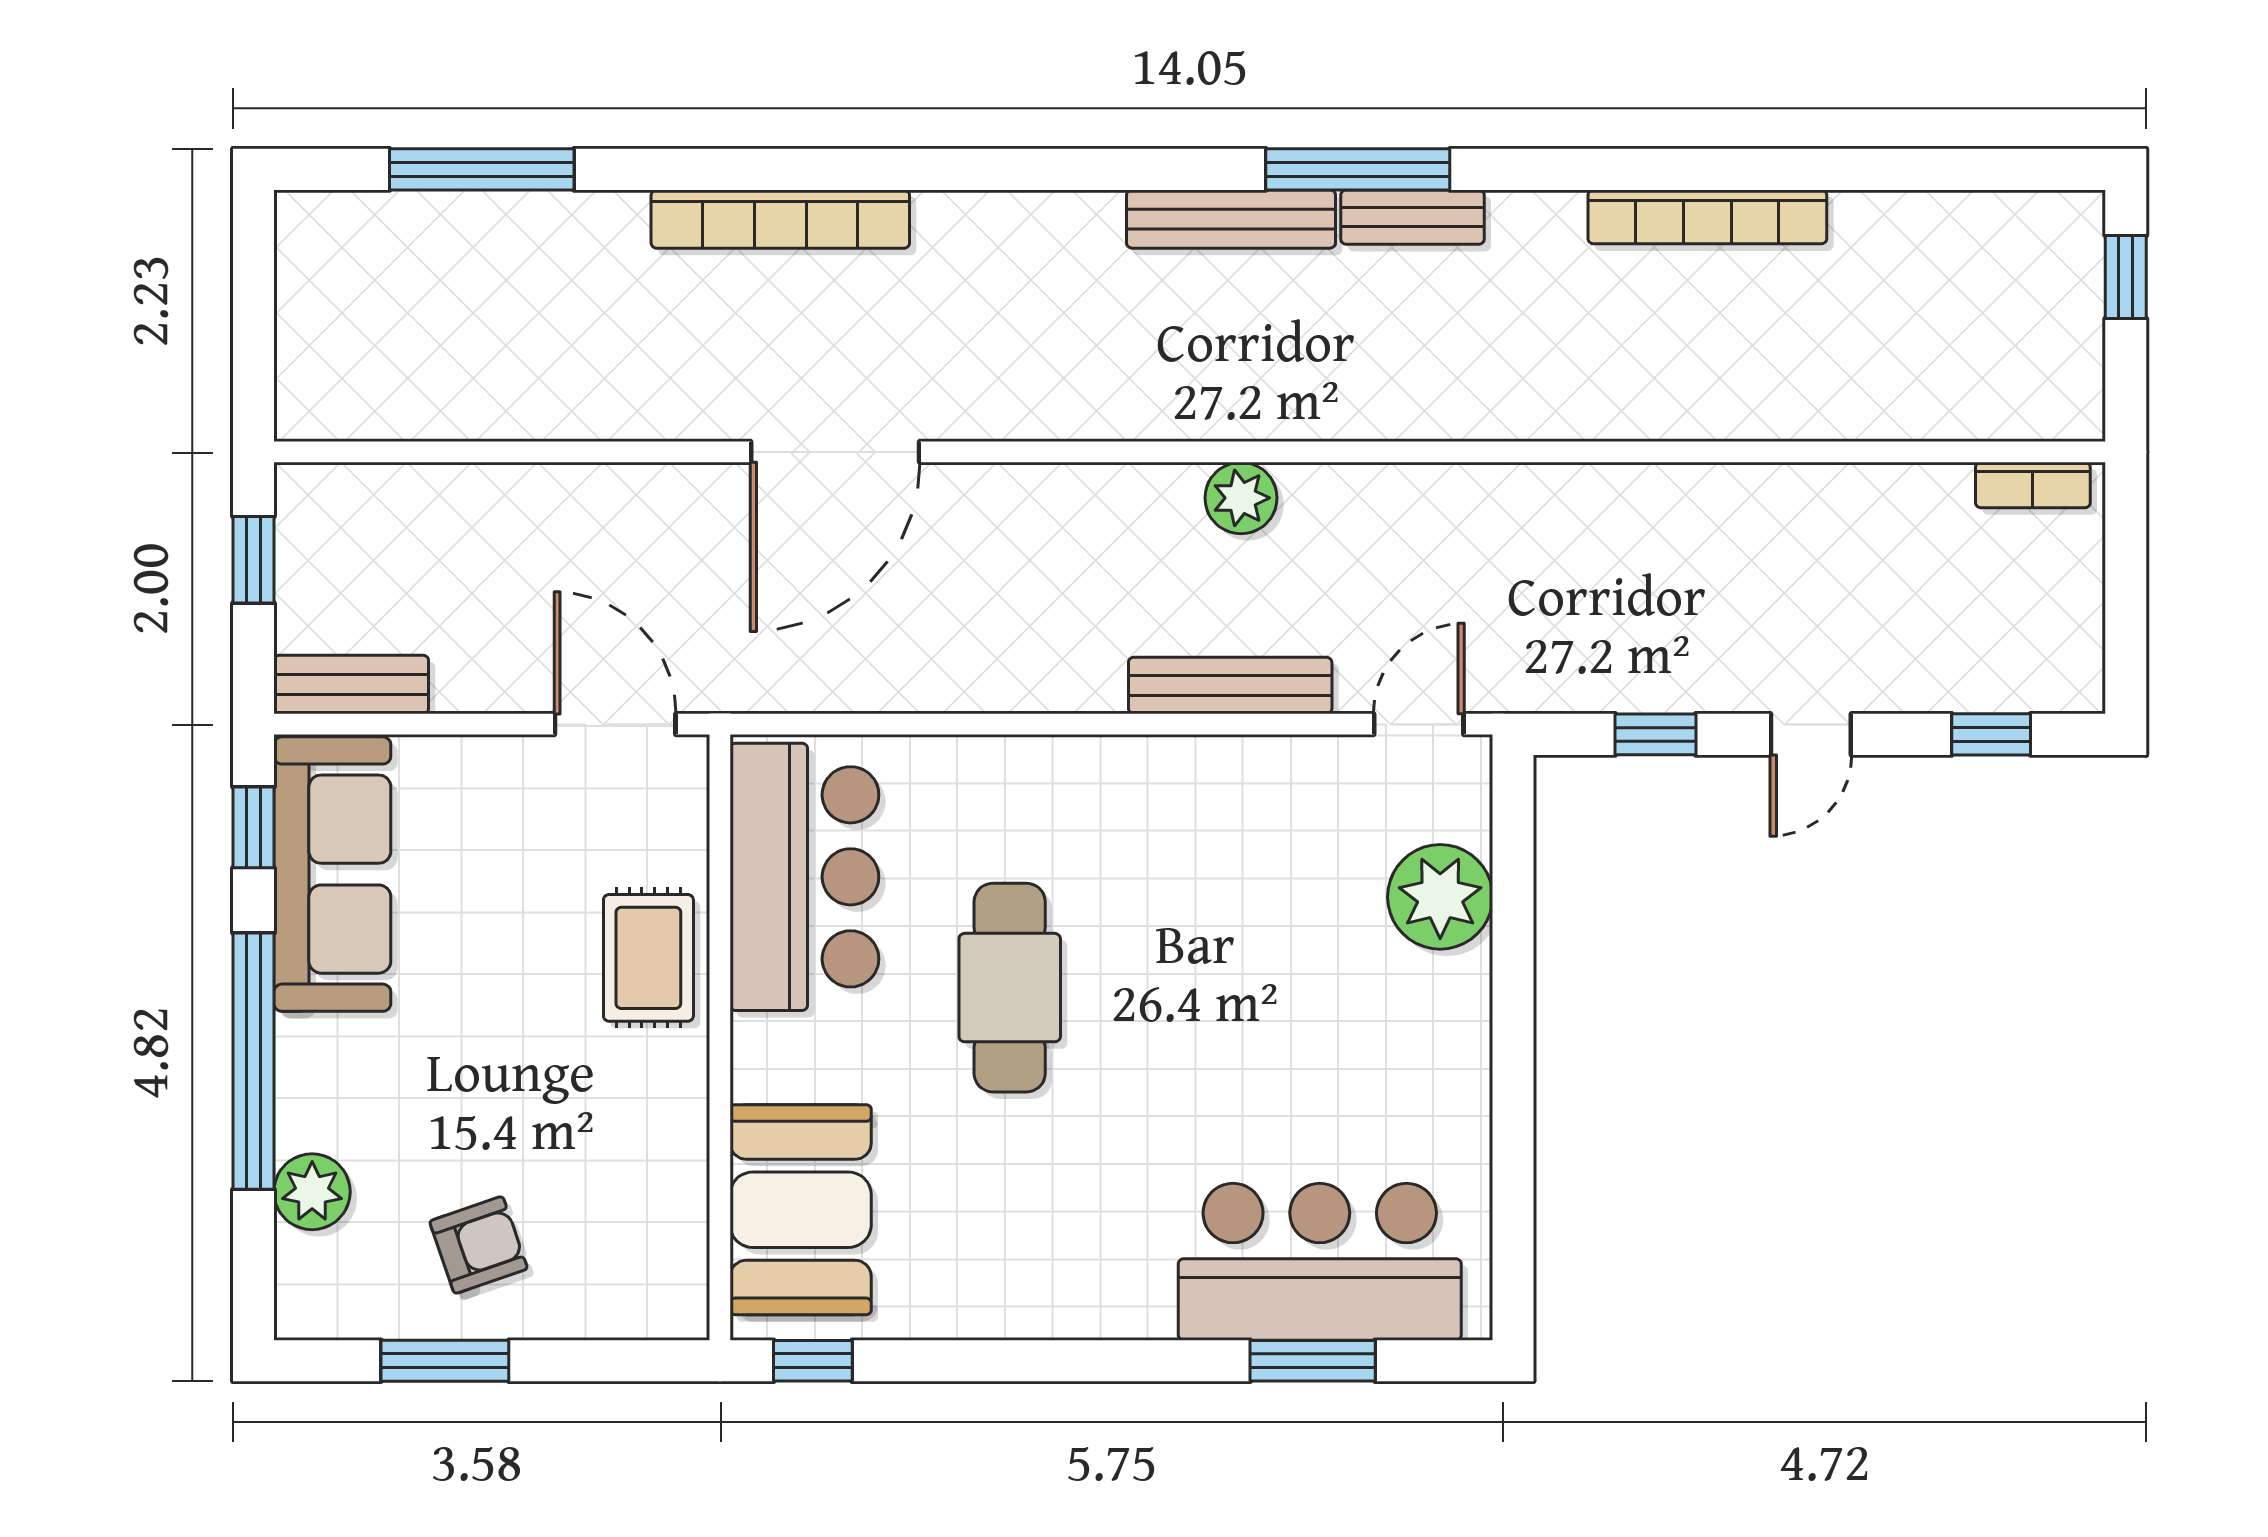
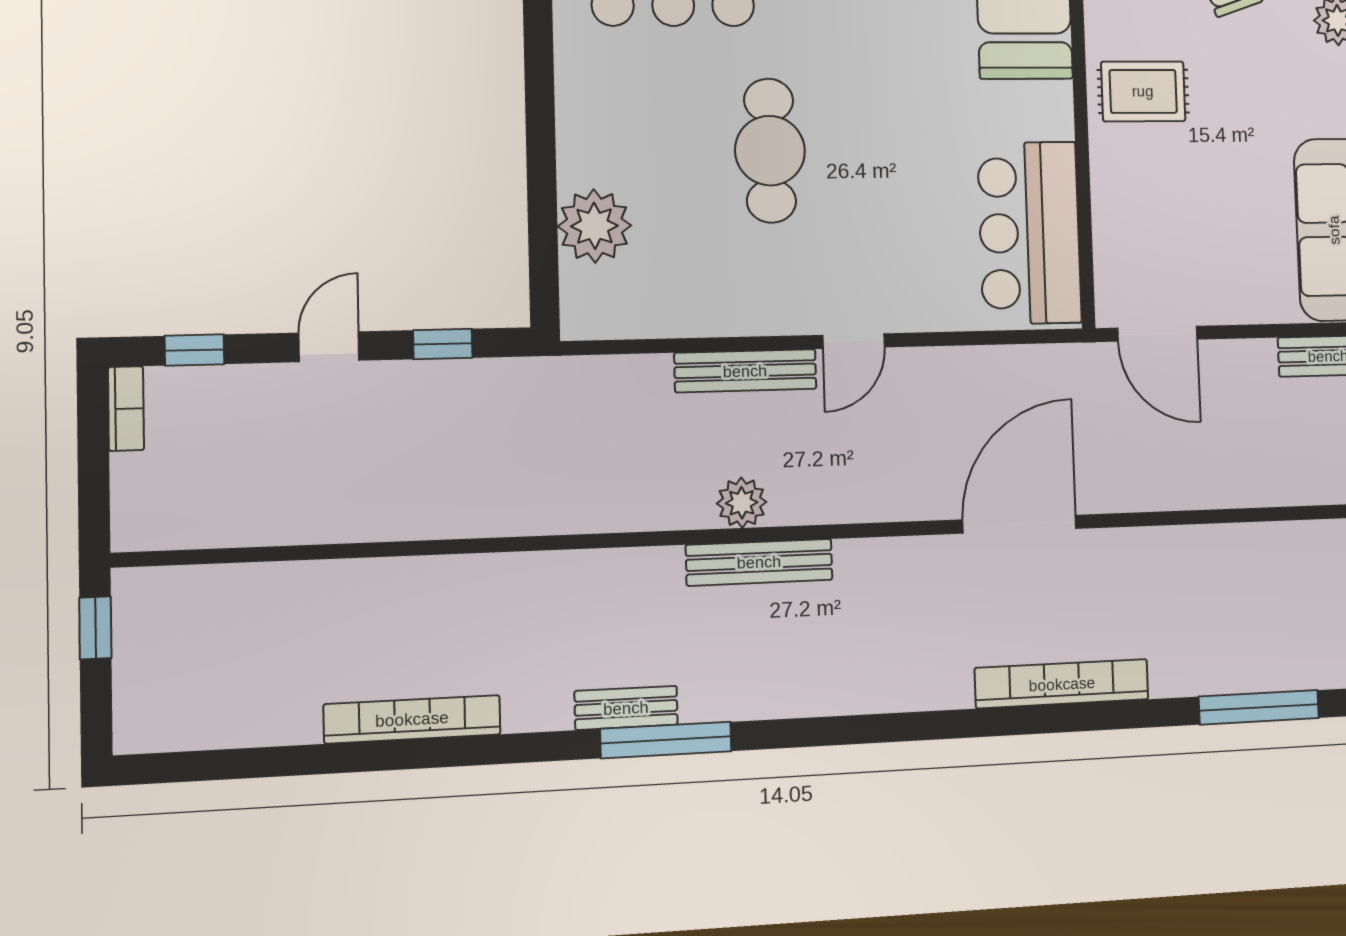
bench: (1231, 219) -> (759, 562), moved
window: (2126, 277) -> (95, 628), moved
bookcase: (2033, 485) -> (126, 409), moved, turned 90
door: (1419, 724) -> (854, 341), moved
rug: (648, 958) -> (1143, 91), moved, turned 90
cafe table: (1010, 988) -> (770, 151), moved

